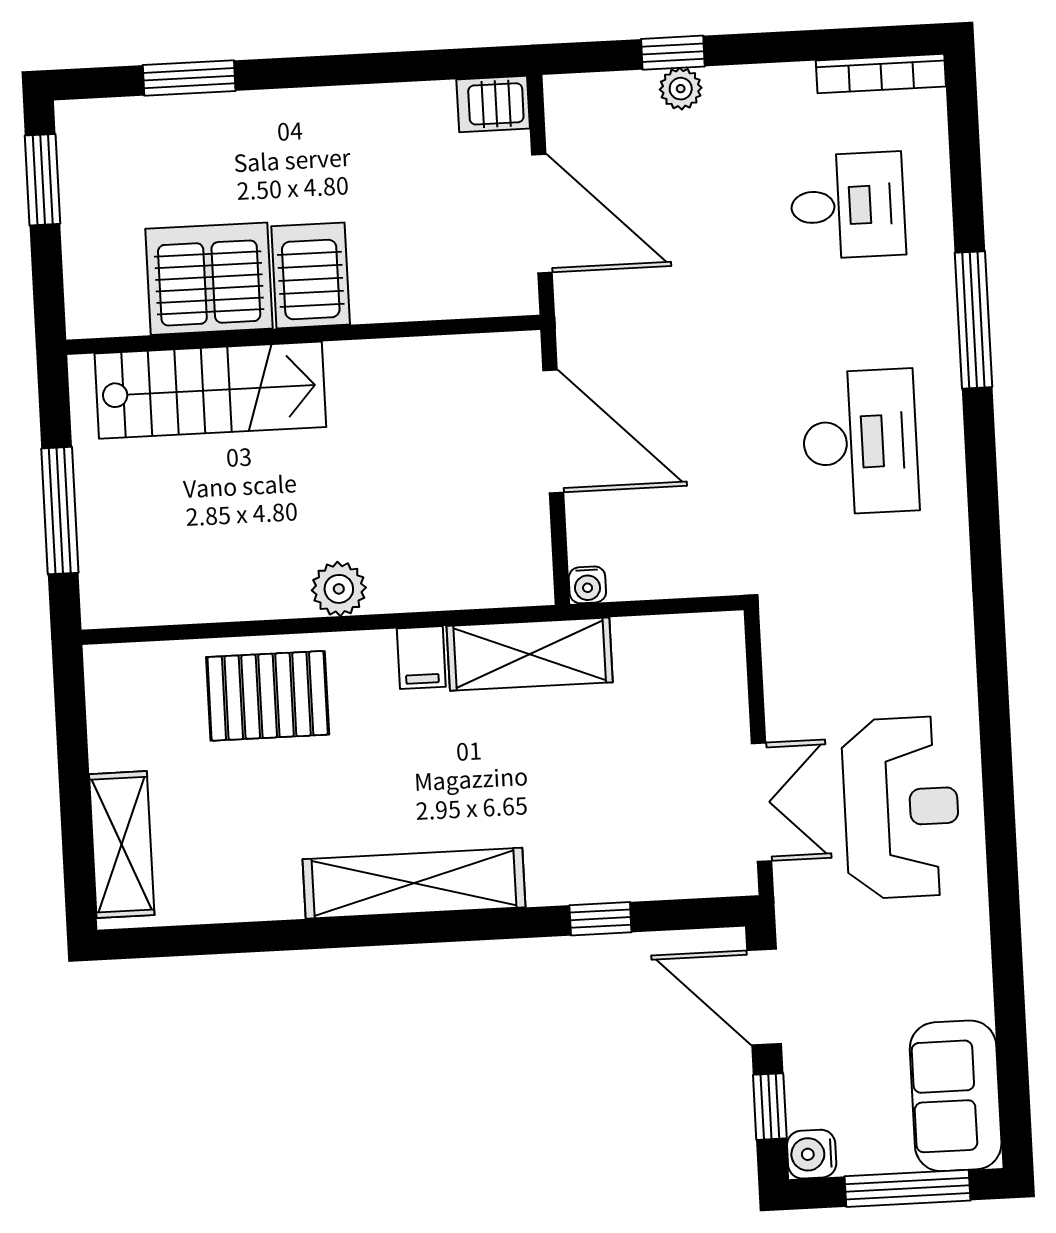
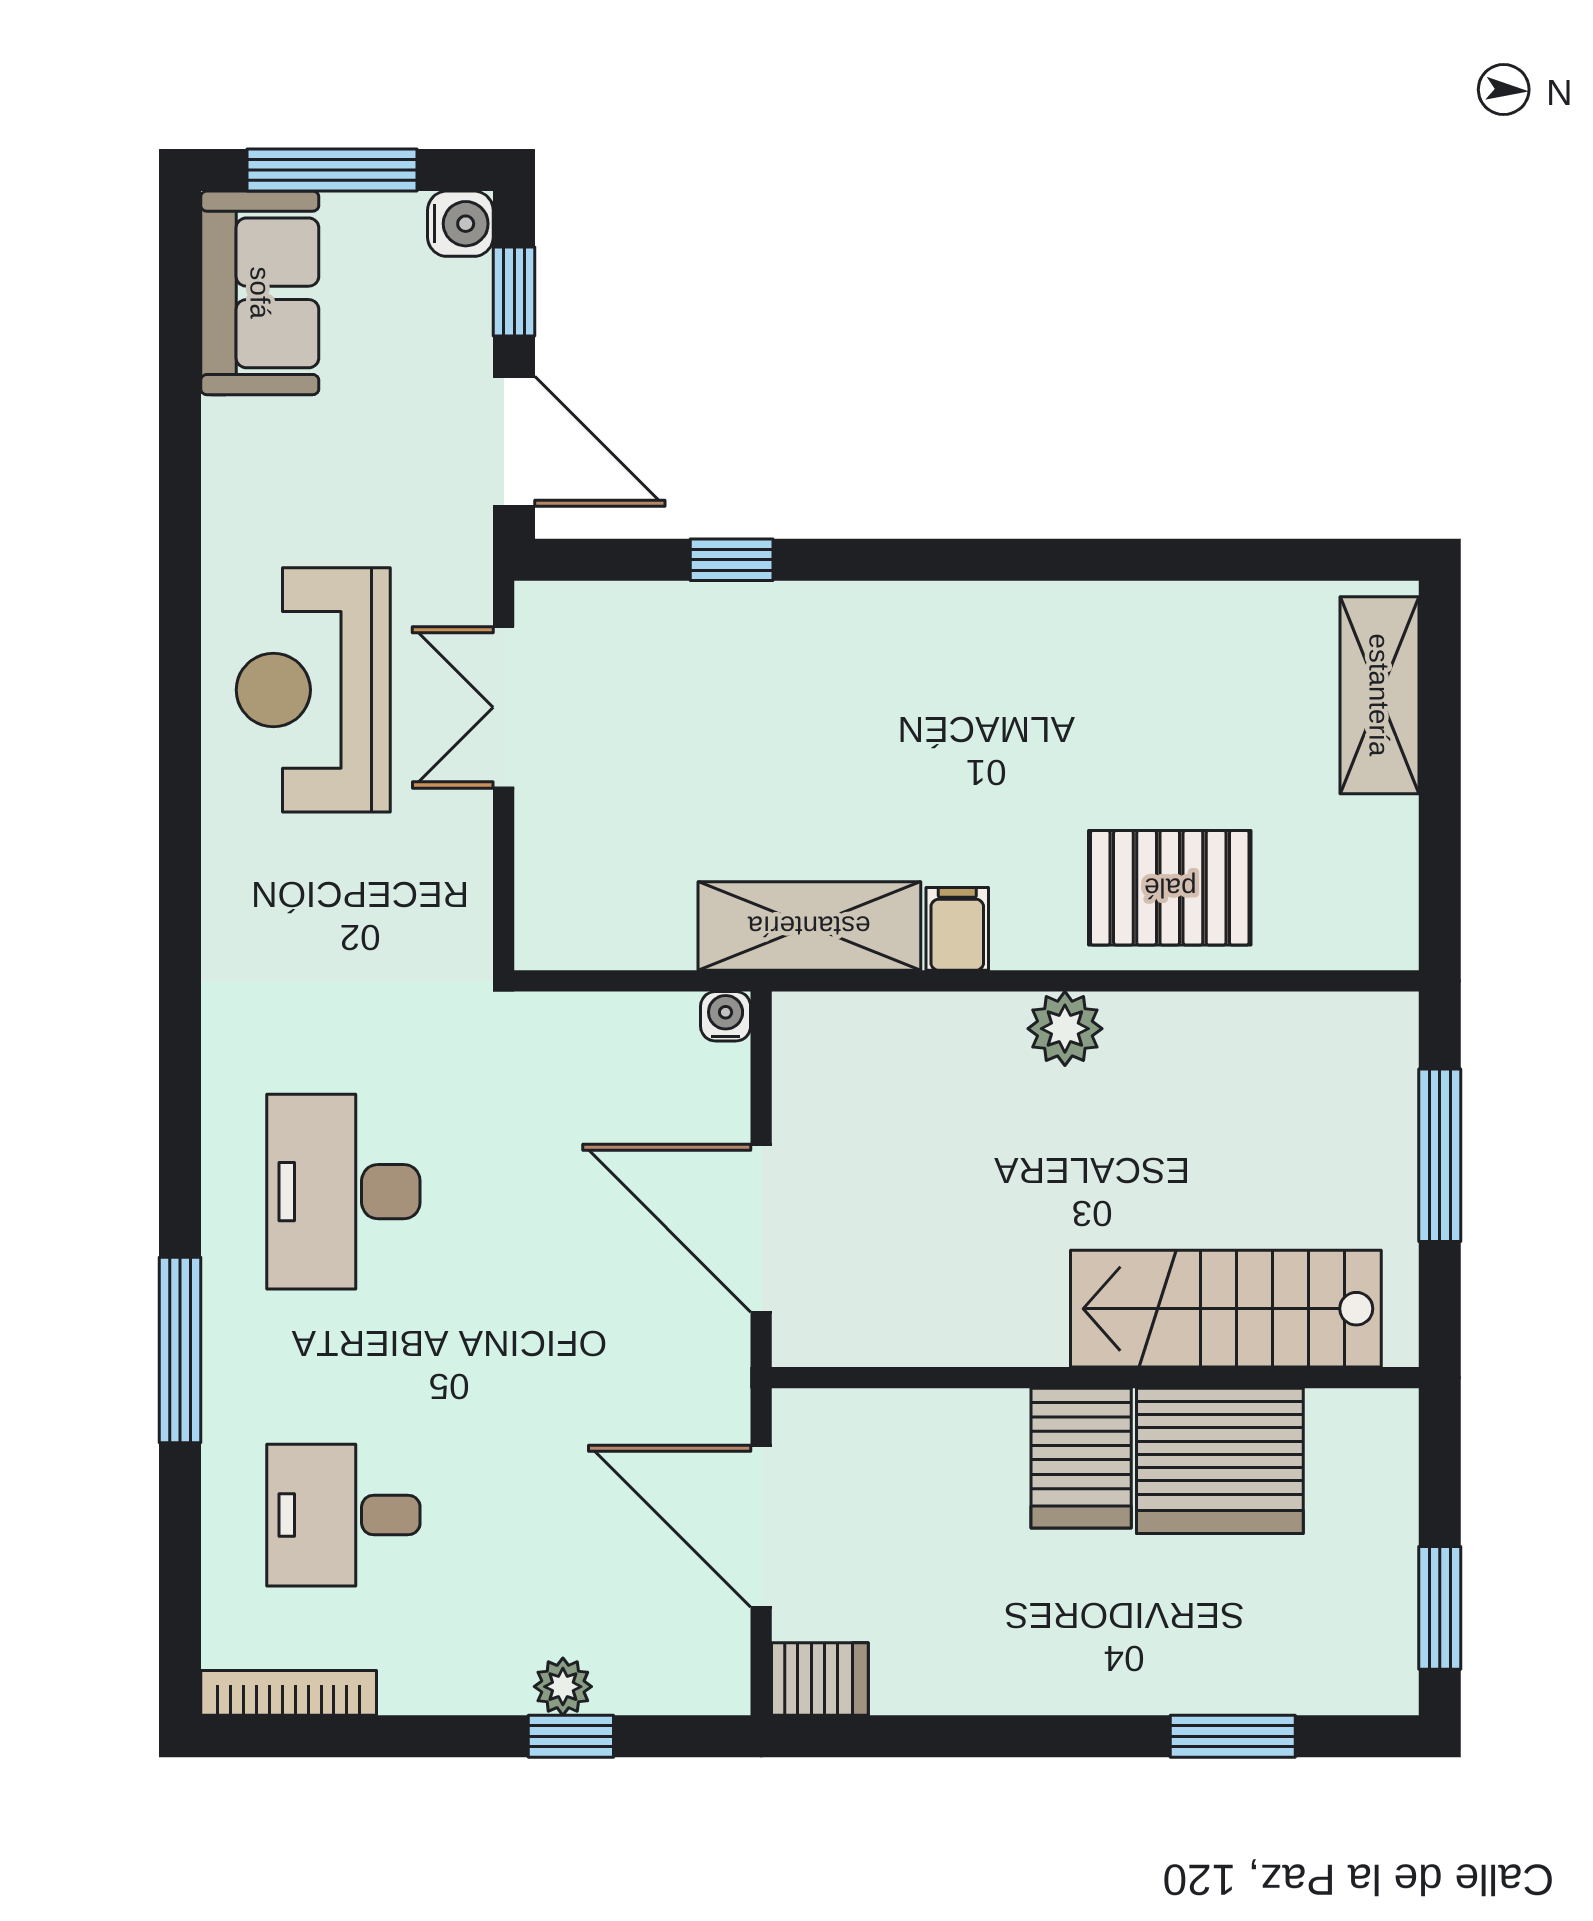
shelving: (414, 883) -> (983, 622), removed

